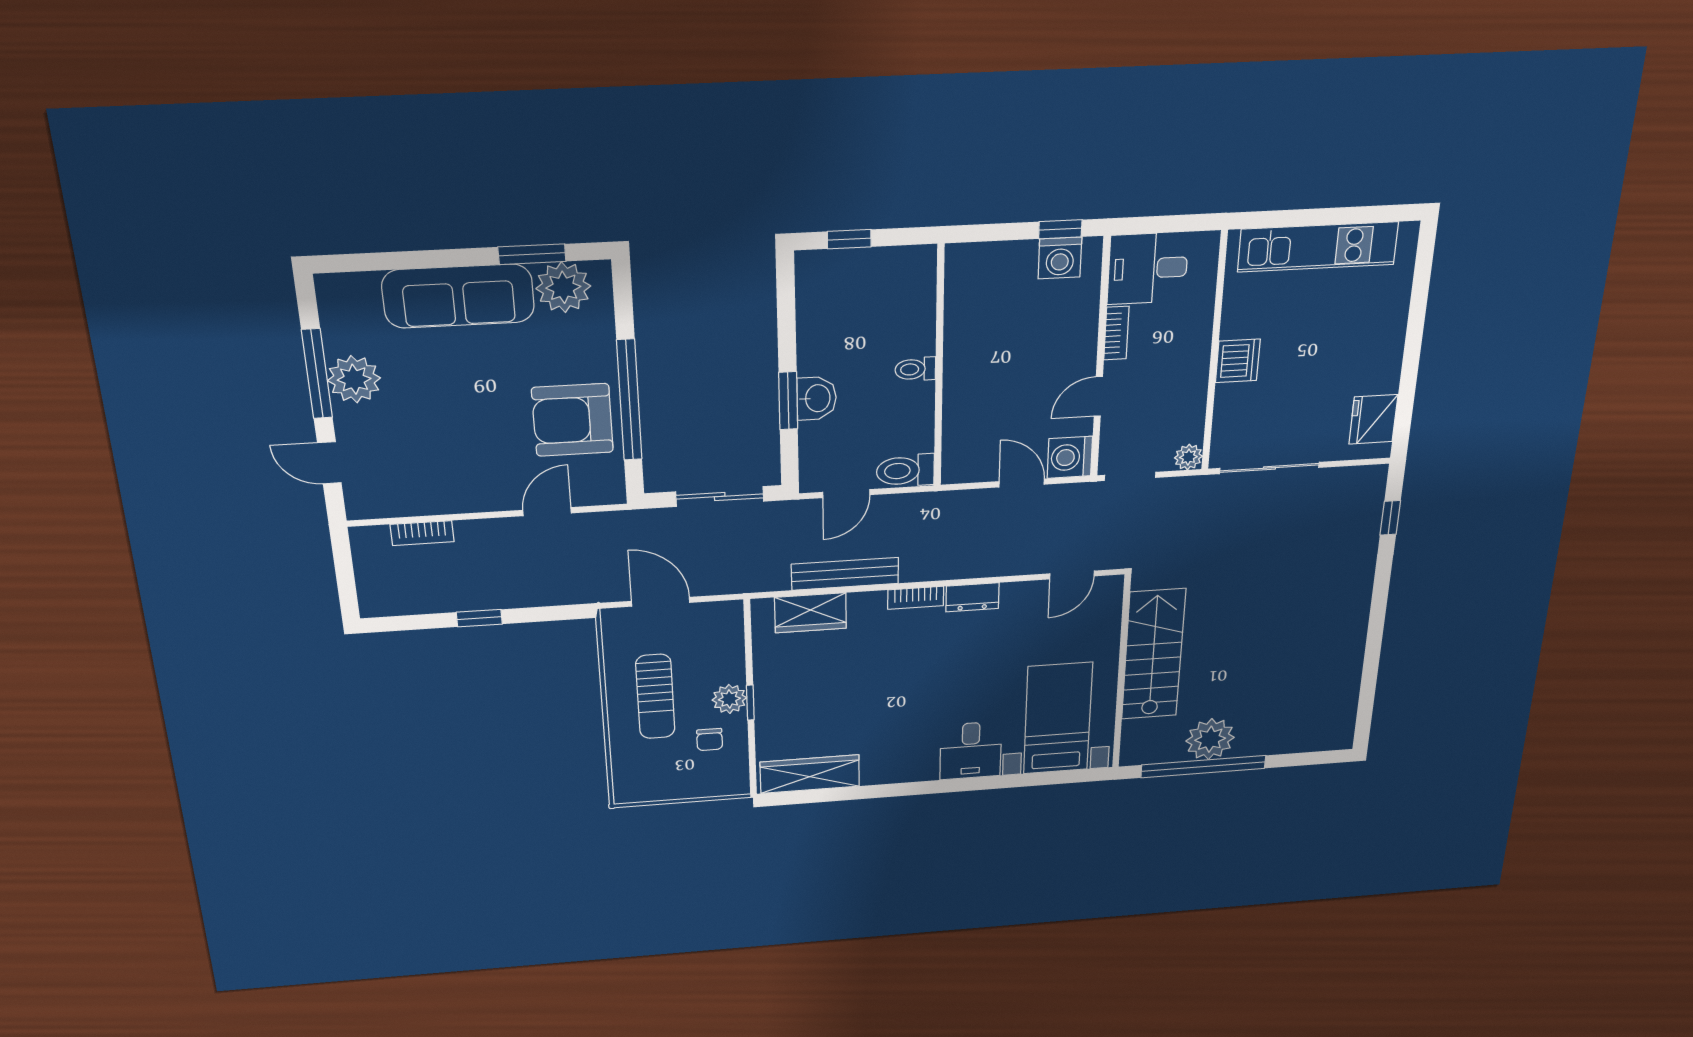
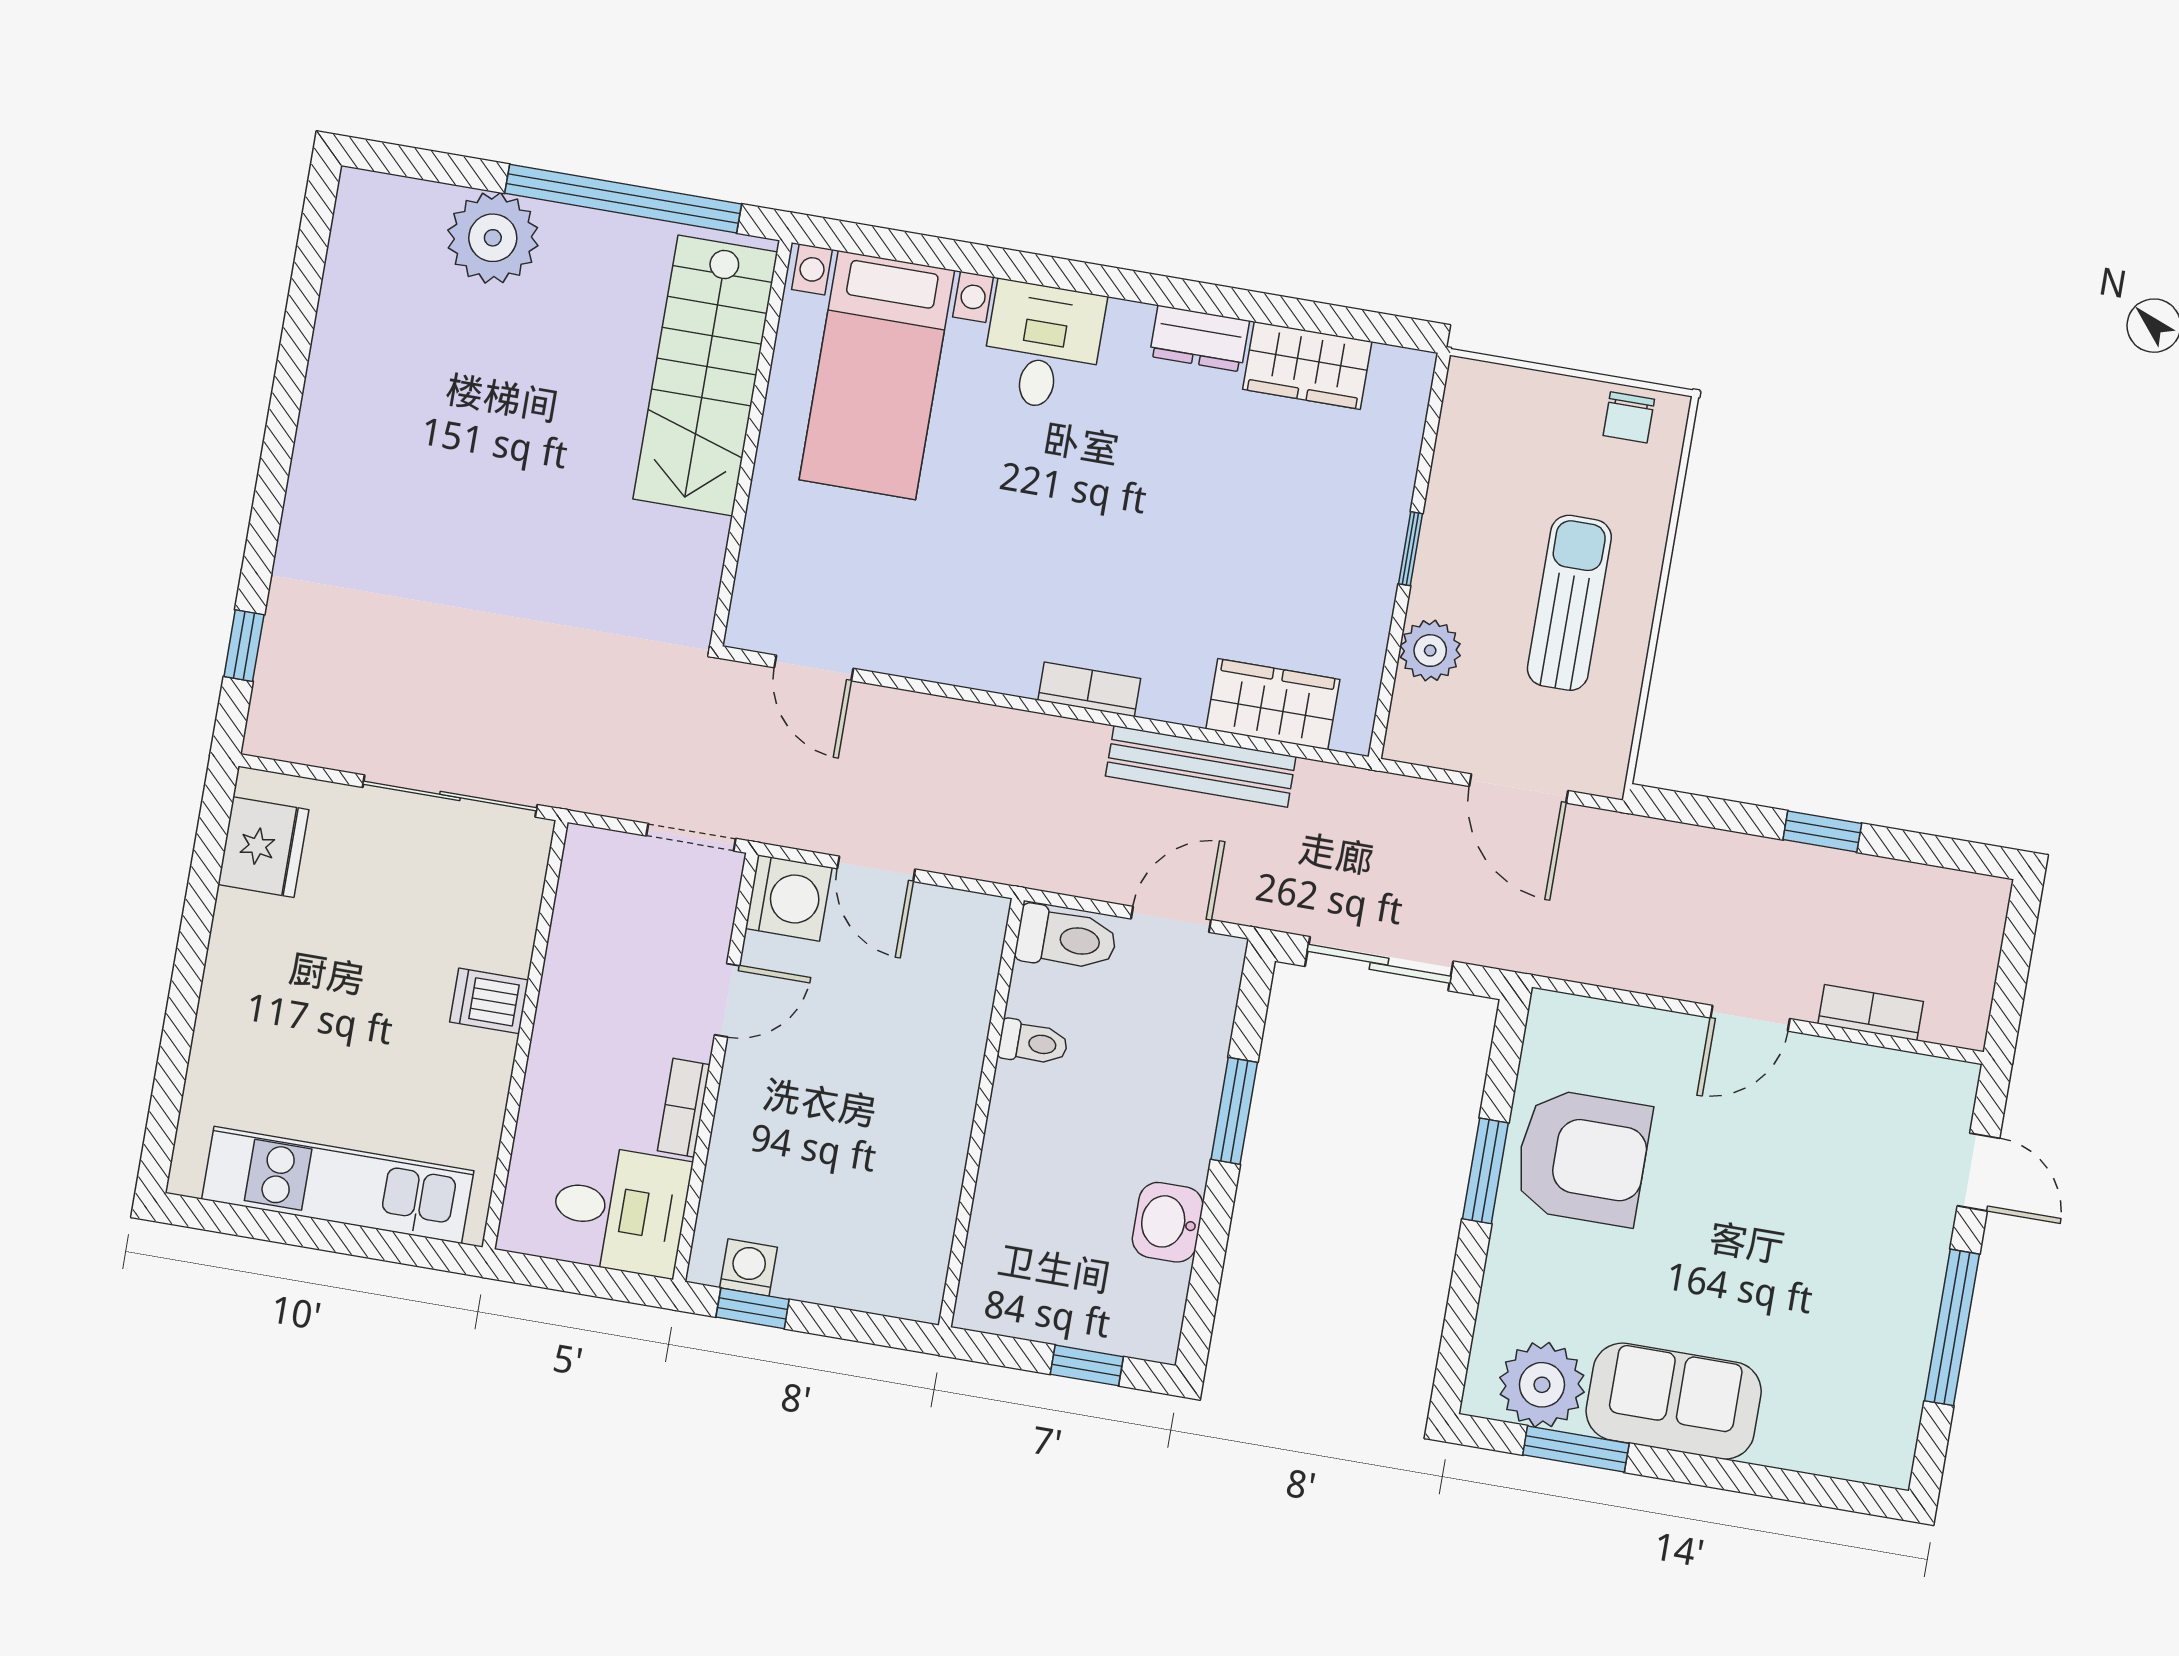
washing machine: (1060, 258) -> (748, 1267), width x0.73, depth x0.73
sofa: (458, 296) -> (1674, 1401), width x0.73
dishwasher: (1238, 361) -> (489, 1001), width x0.73
toilet: (915, 369) -> (1033, 1043), moved
plant: (354, 379) -> (1899, 1305), removed
washbasin: (817, 398) -> (1168, 1222), moved
window: (629, 400) -> (1485, 1171), width x0.47
plant: (1188, 457) -> (588, 850), removed
door: (547, 512) -> (1750, 1018), moved
door: (1072, 575) -> (814, 668), swing flipped
dresser: (972, 597) -> (1199, 339), moved, turned 180
stairs: (1153, 655) -> (705, 376), moved
plant: (729, 699) -> (1430, 651), moved
plant: (1210, 739) -> (493, 238), moved
chair: (710, 740) -> (1629, 417), moved, turned 180
wardrobe: (810, 774) -> (1307, 365), width x0.67

